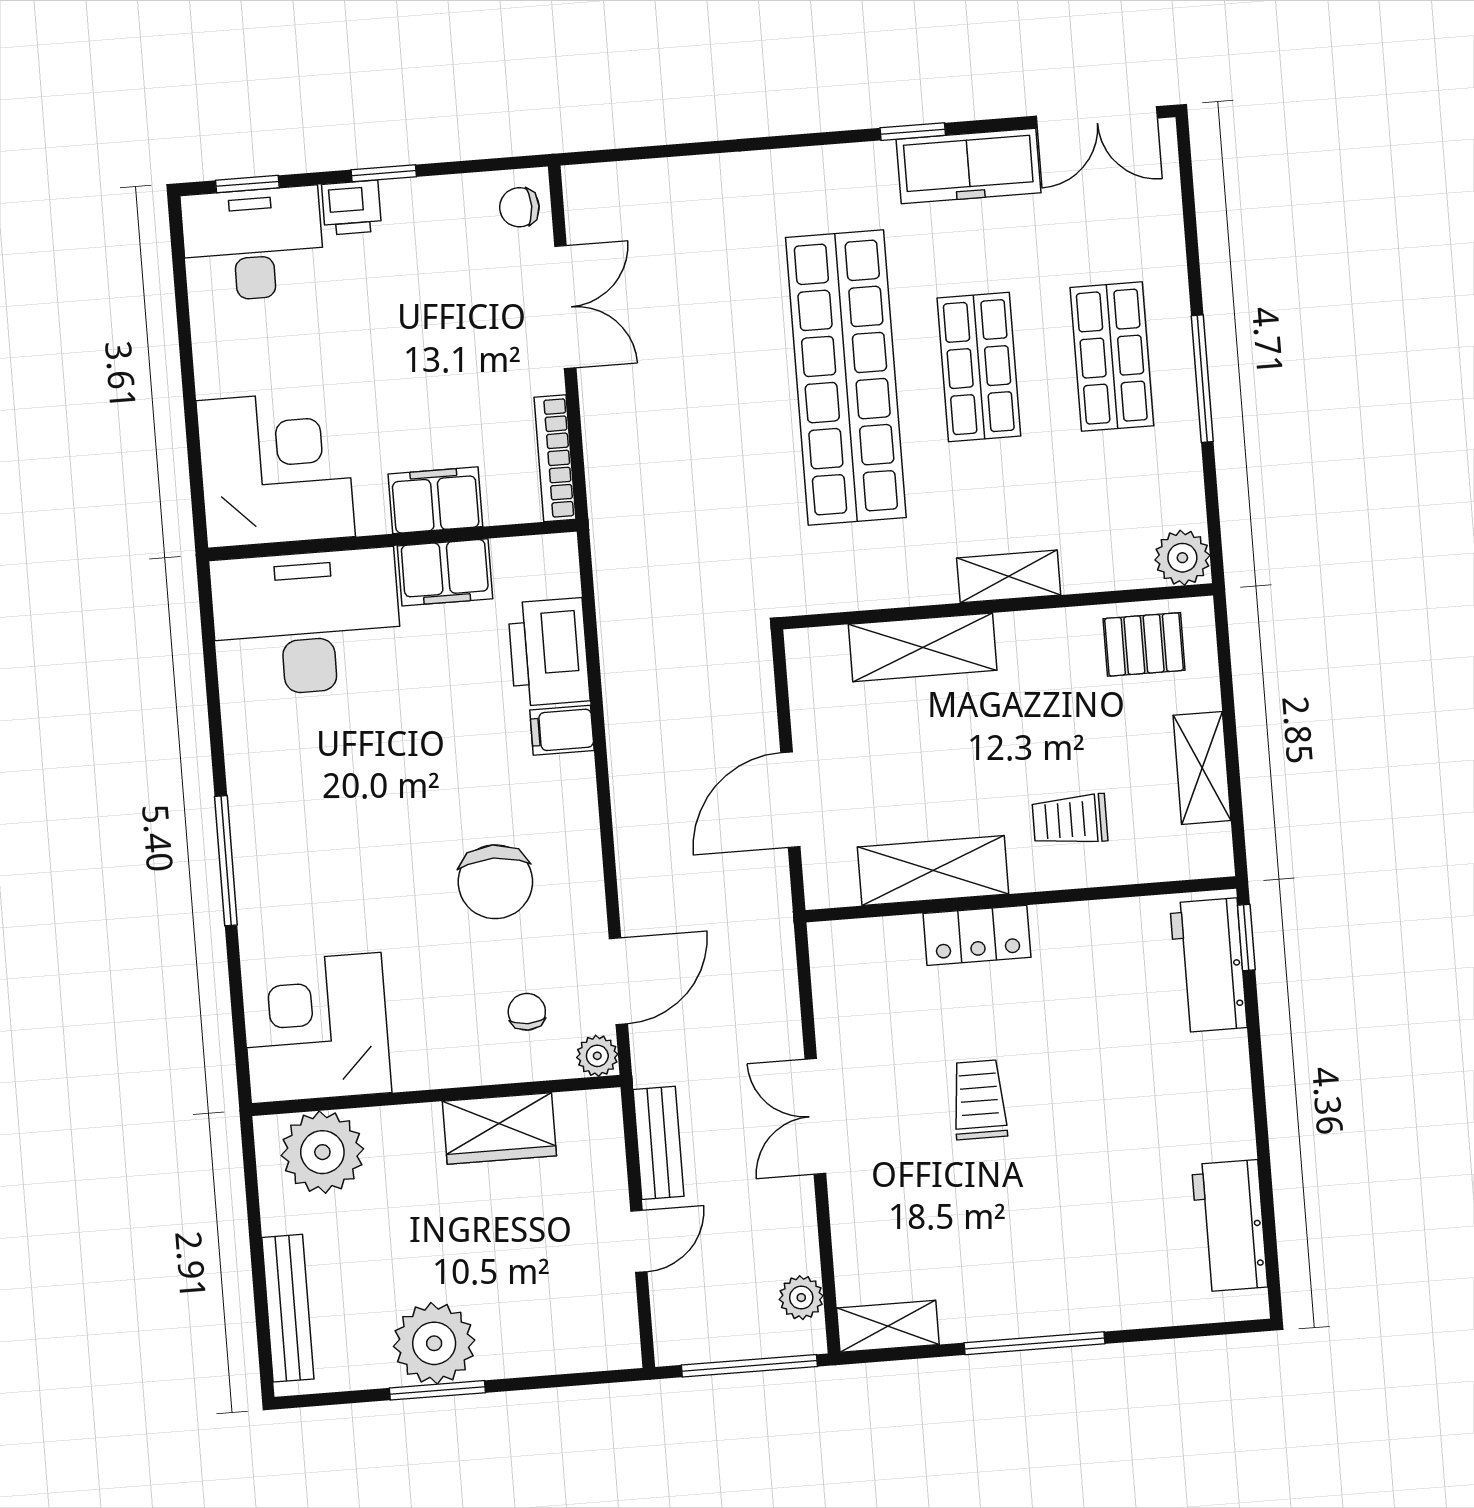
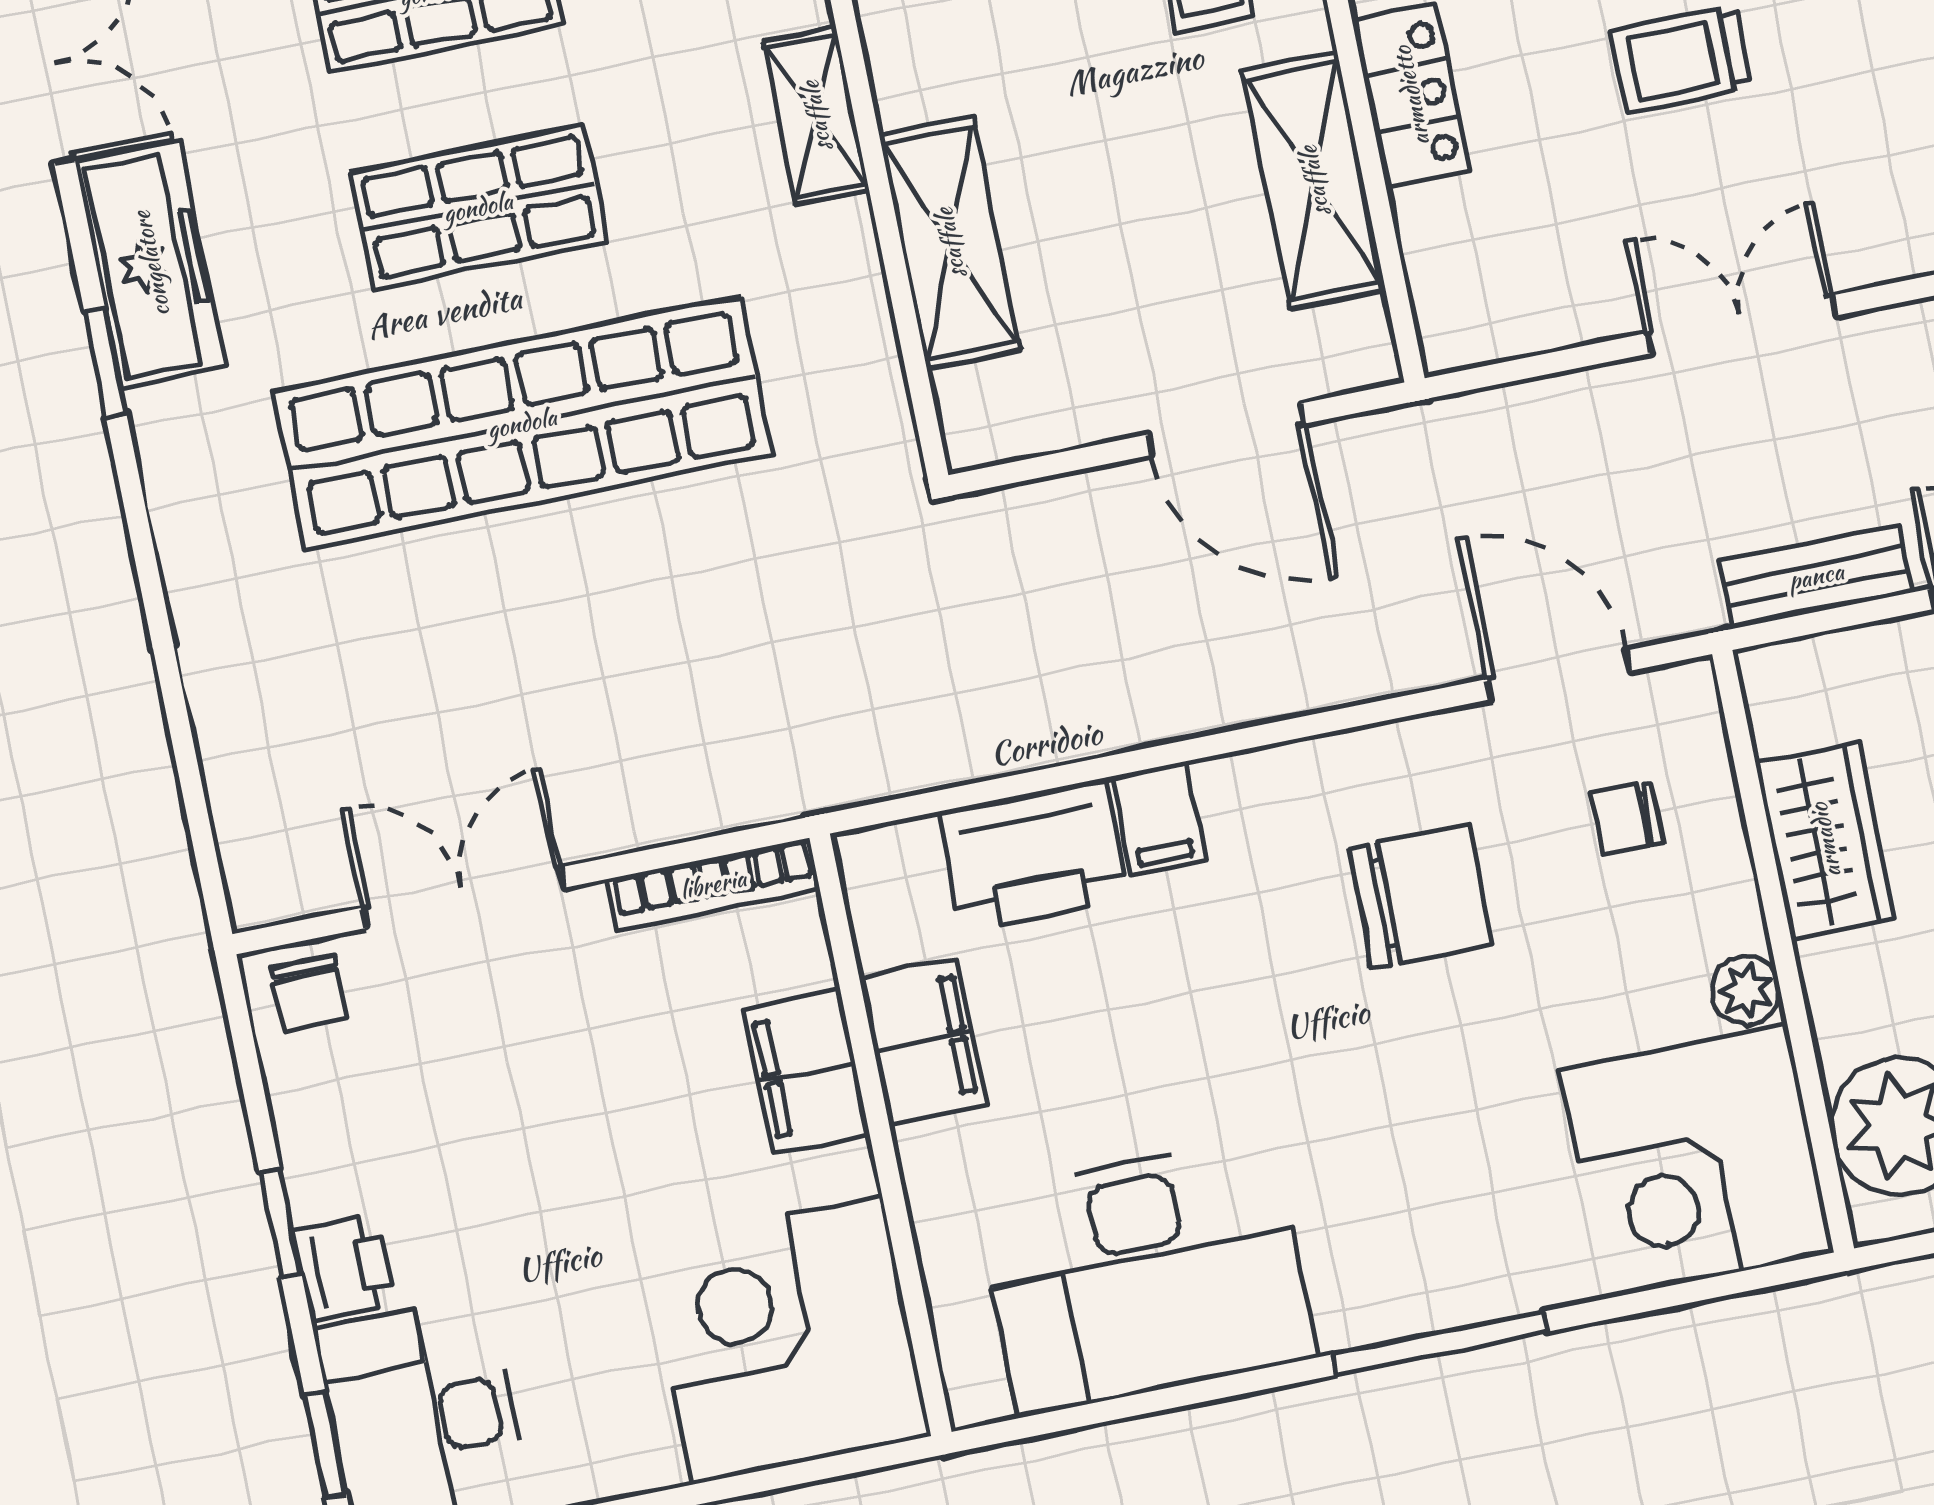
desk: (306, 623) -> (1146, 1275), moved, turned -90
plant: (597, 1056) -> (1746, 991), moved
double door: (815, 1116) -> (1741, 324), swing flipped

